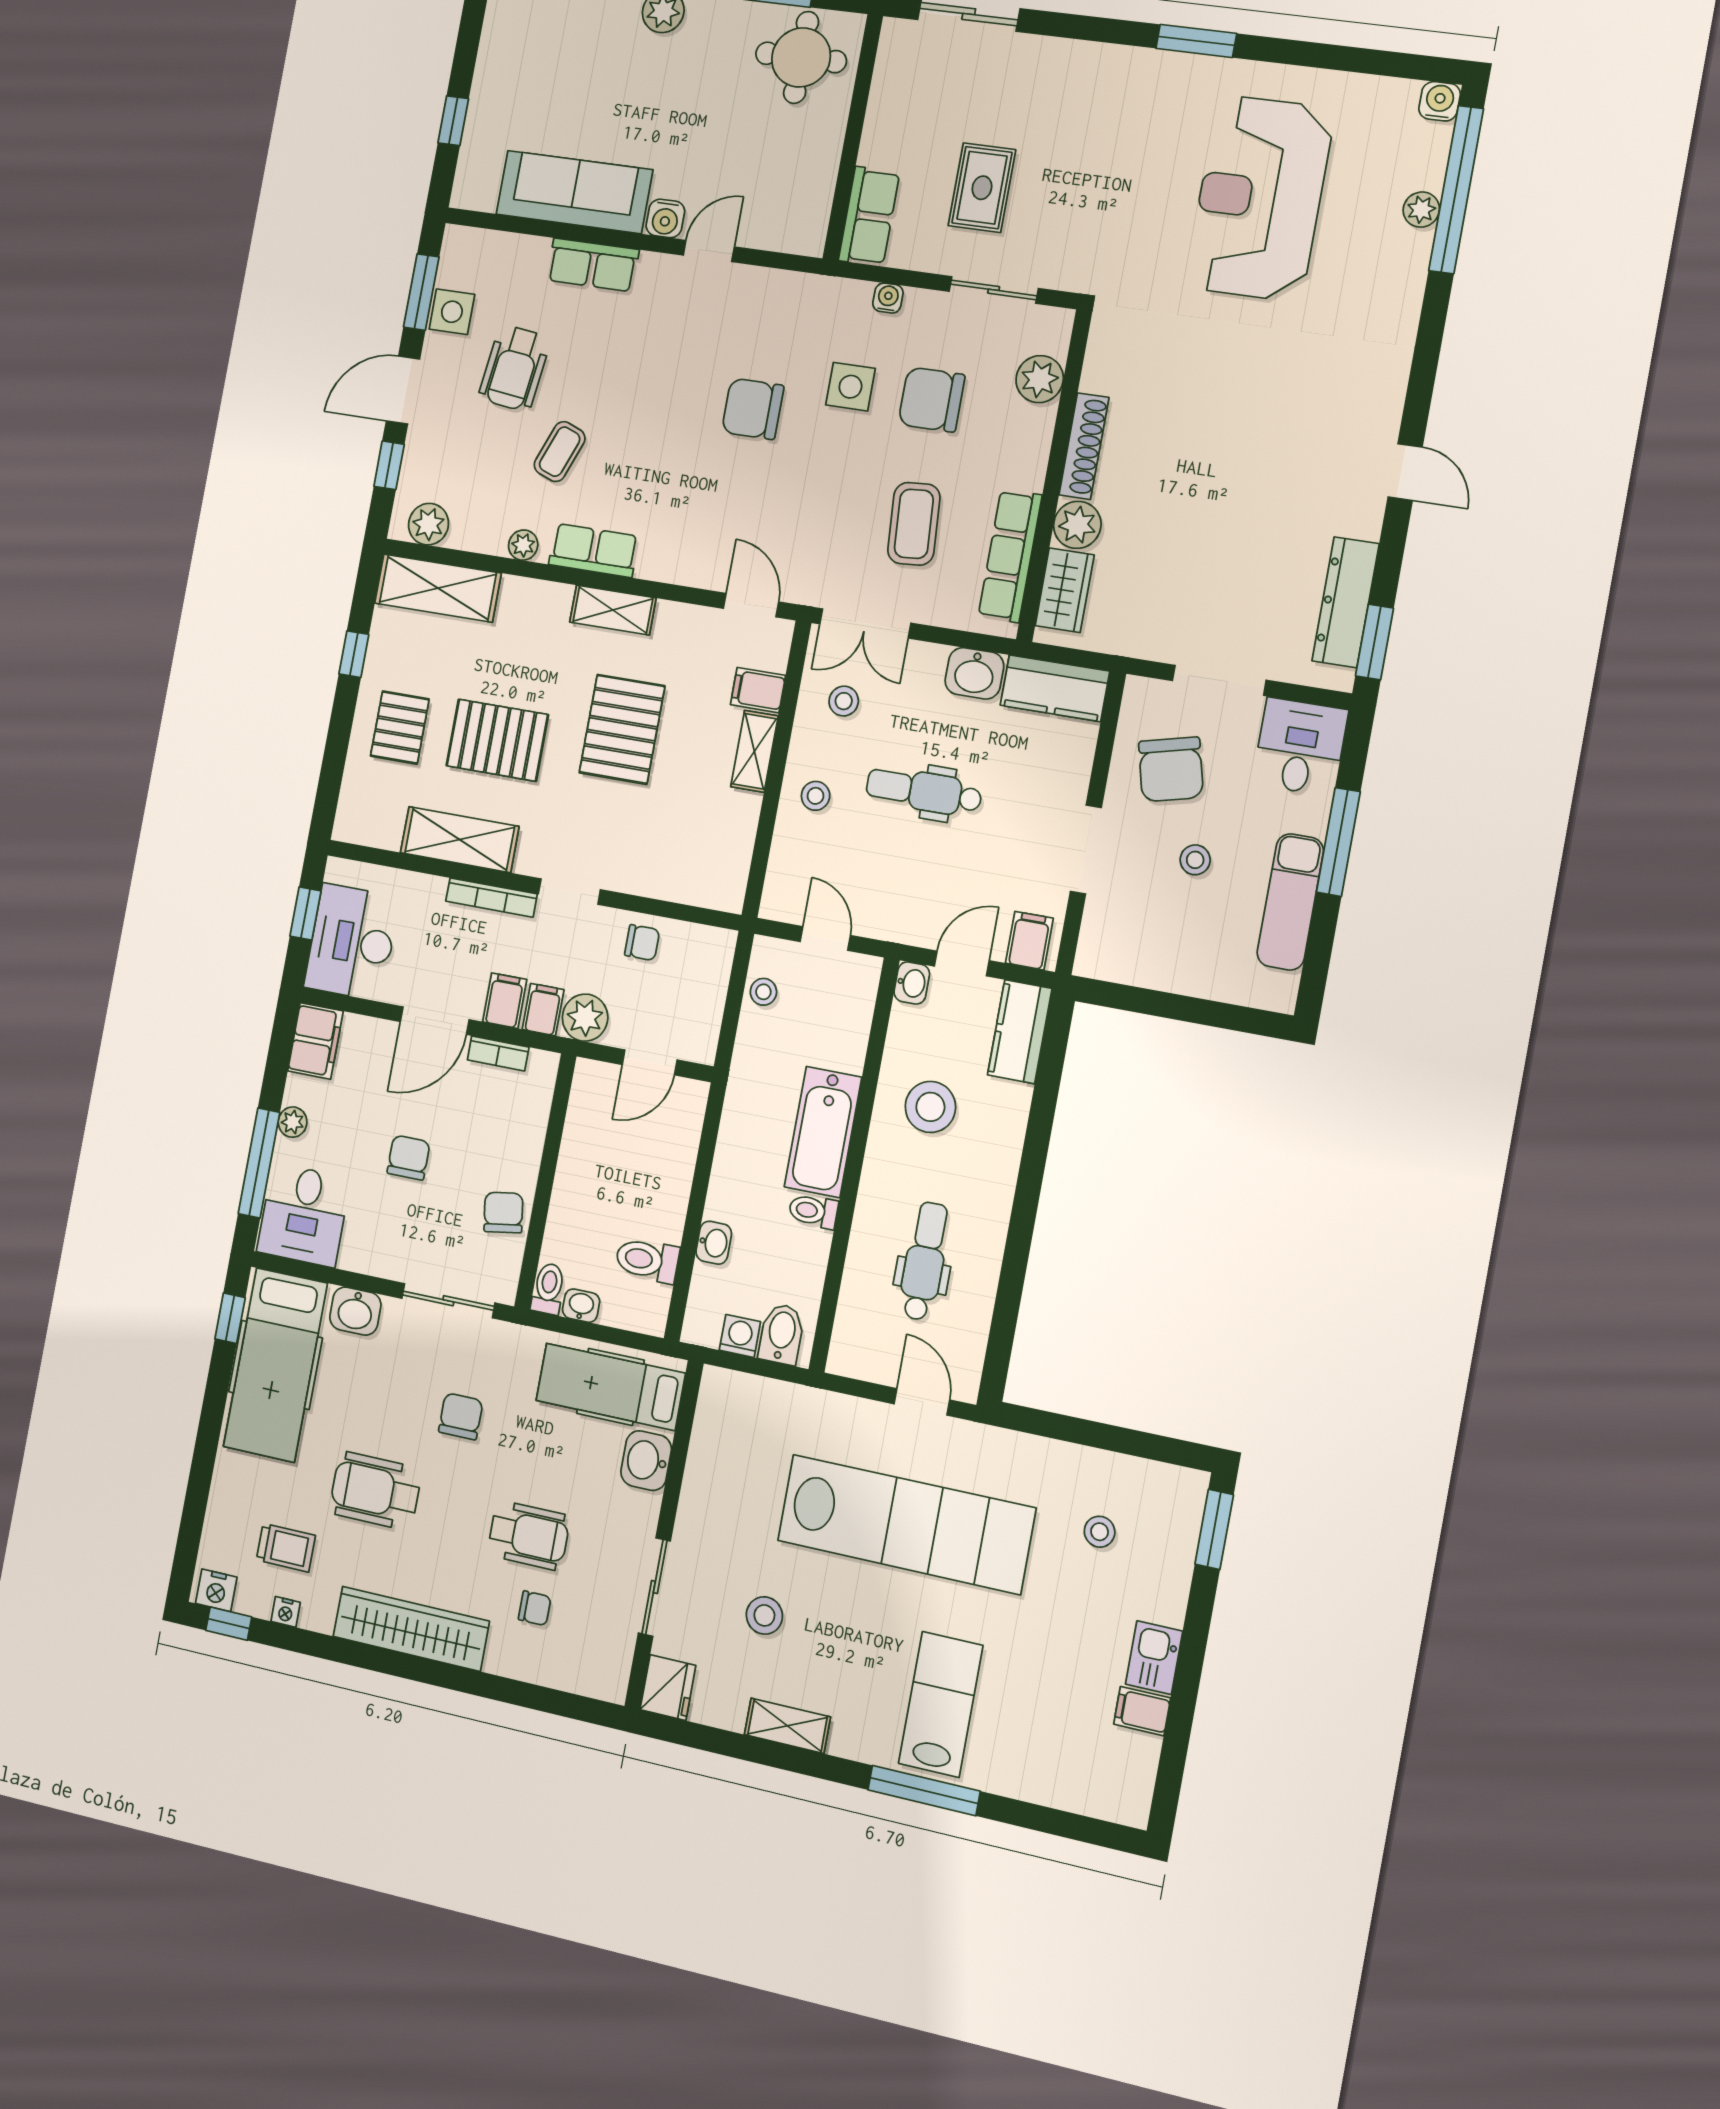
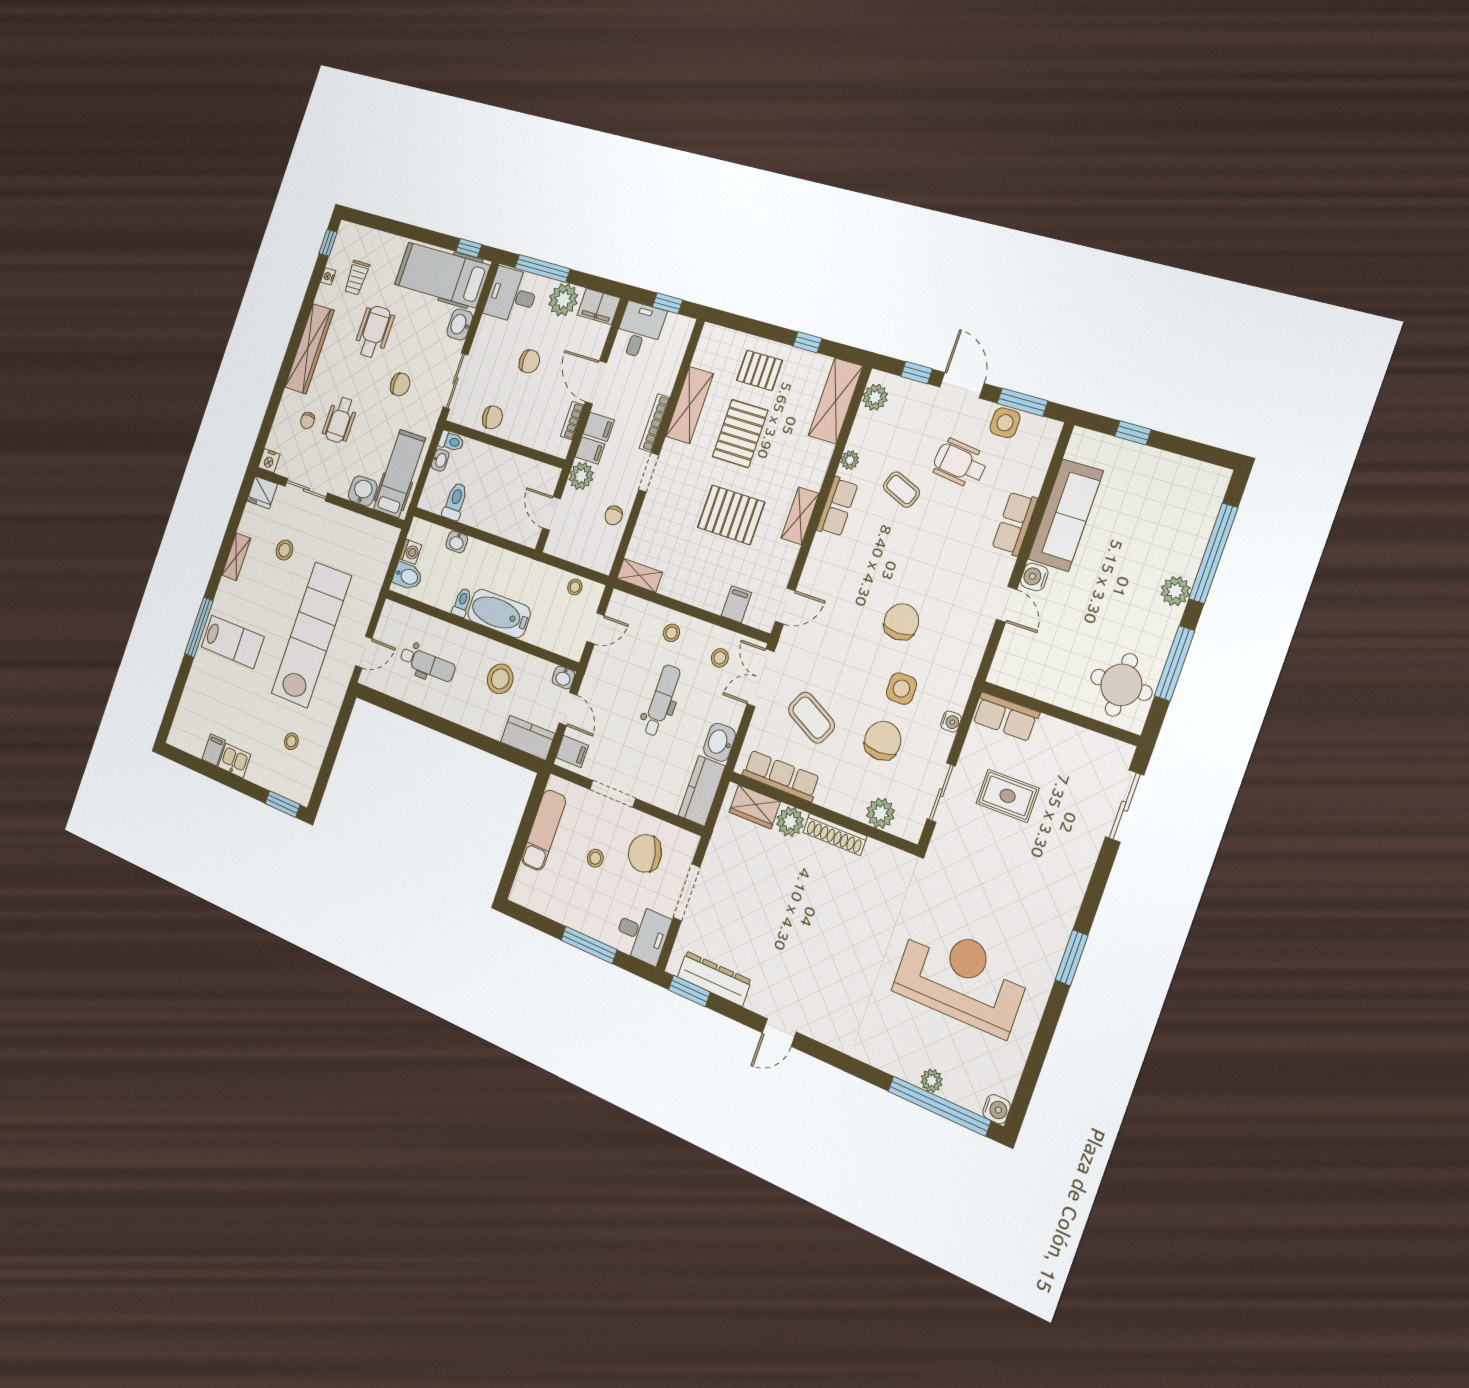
coffee table: (914, 524) -> (811, 718), turned 31
shelving: (754, 751) -> (640, 575), moved
exam couch: (1290, 902) -> (544, 830), moved, turned 90
desk: (352, 942) -> (639, 330), width x0.73
plant: (293, 1122) -> (563, 300), width x1.87, depth x1.87
lab bench: (906, 1524) -> (311, 635), turned 180
nightstand: (216, 1590) -> (269, 461), moved, turned -90

